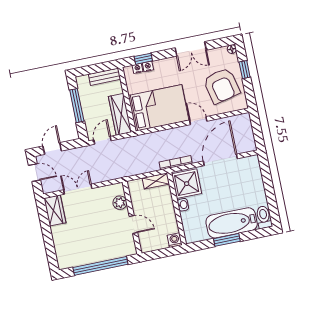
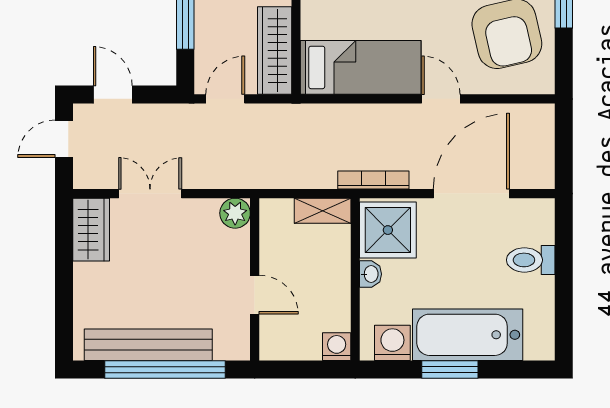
bed: (159, 108) -> (361, 67), width x0.67
door: (52, 149) -> (113, 94), hinge flipped
door: (34, 173) -> (64, 139), swing flipped
plant: (120, 203) -> (235, 213), moved
toilet: (264, 217) -> (531, 260), moved, turned -90
washing machine: (199, 233) -> (392, 343), added
bench: (91, 256) -> (148, 345), added

